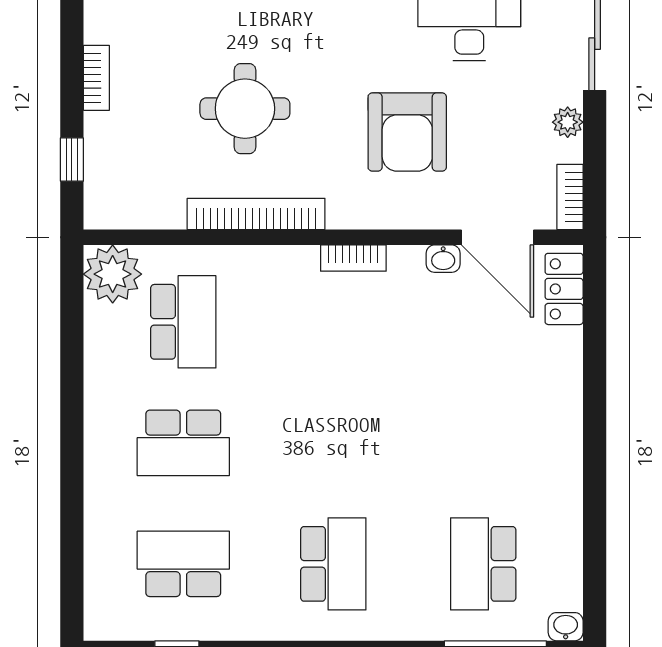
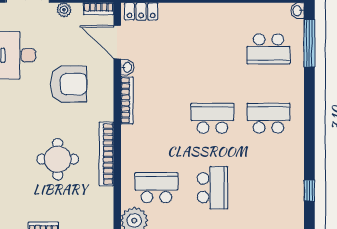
door: (498, 237) -> (117, 42), swing flipped
bookcase: (353, 258) -> (127, 100), width x1.56
school desk: (183, 564) -> (212, 118), moved, turned 90

